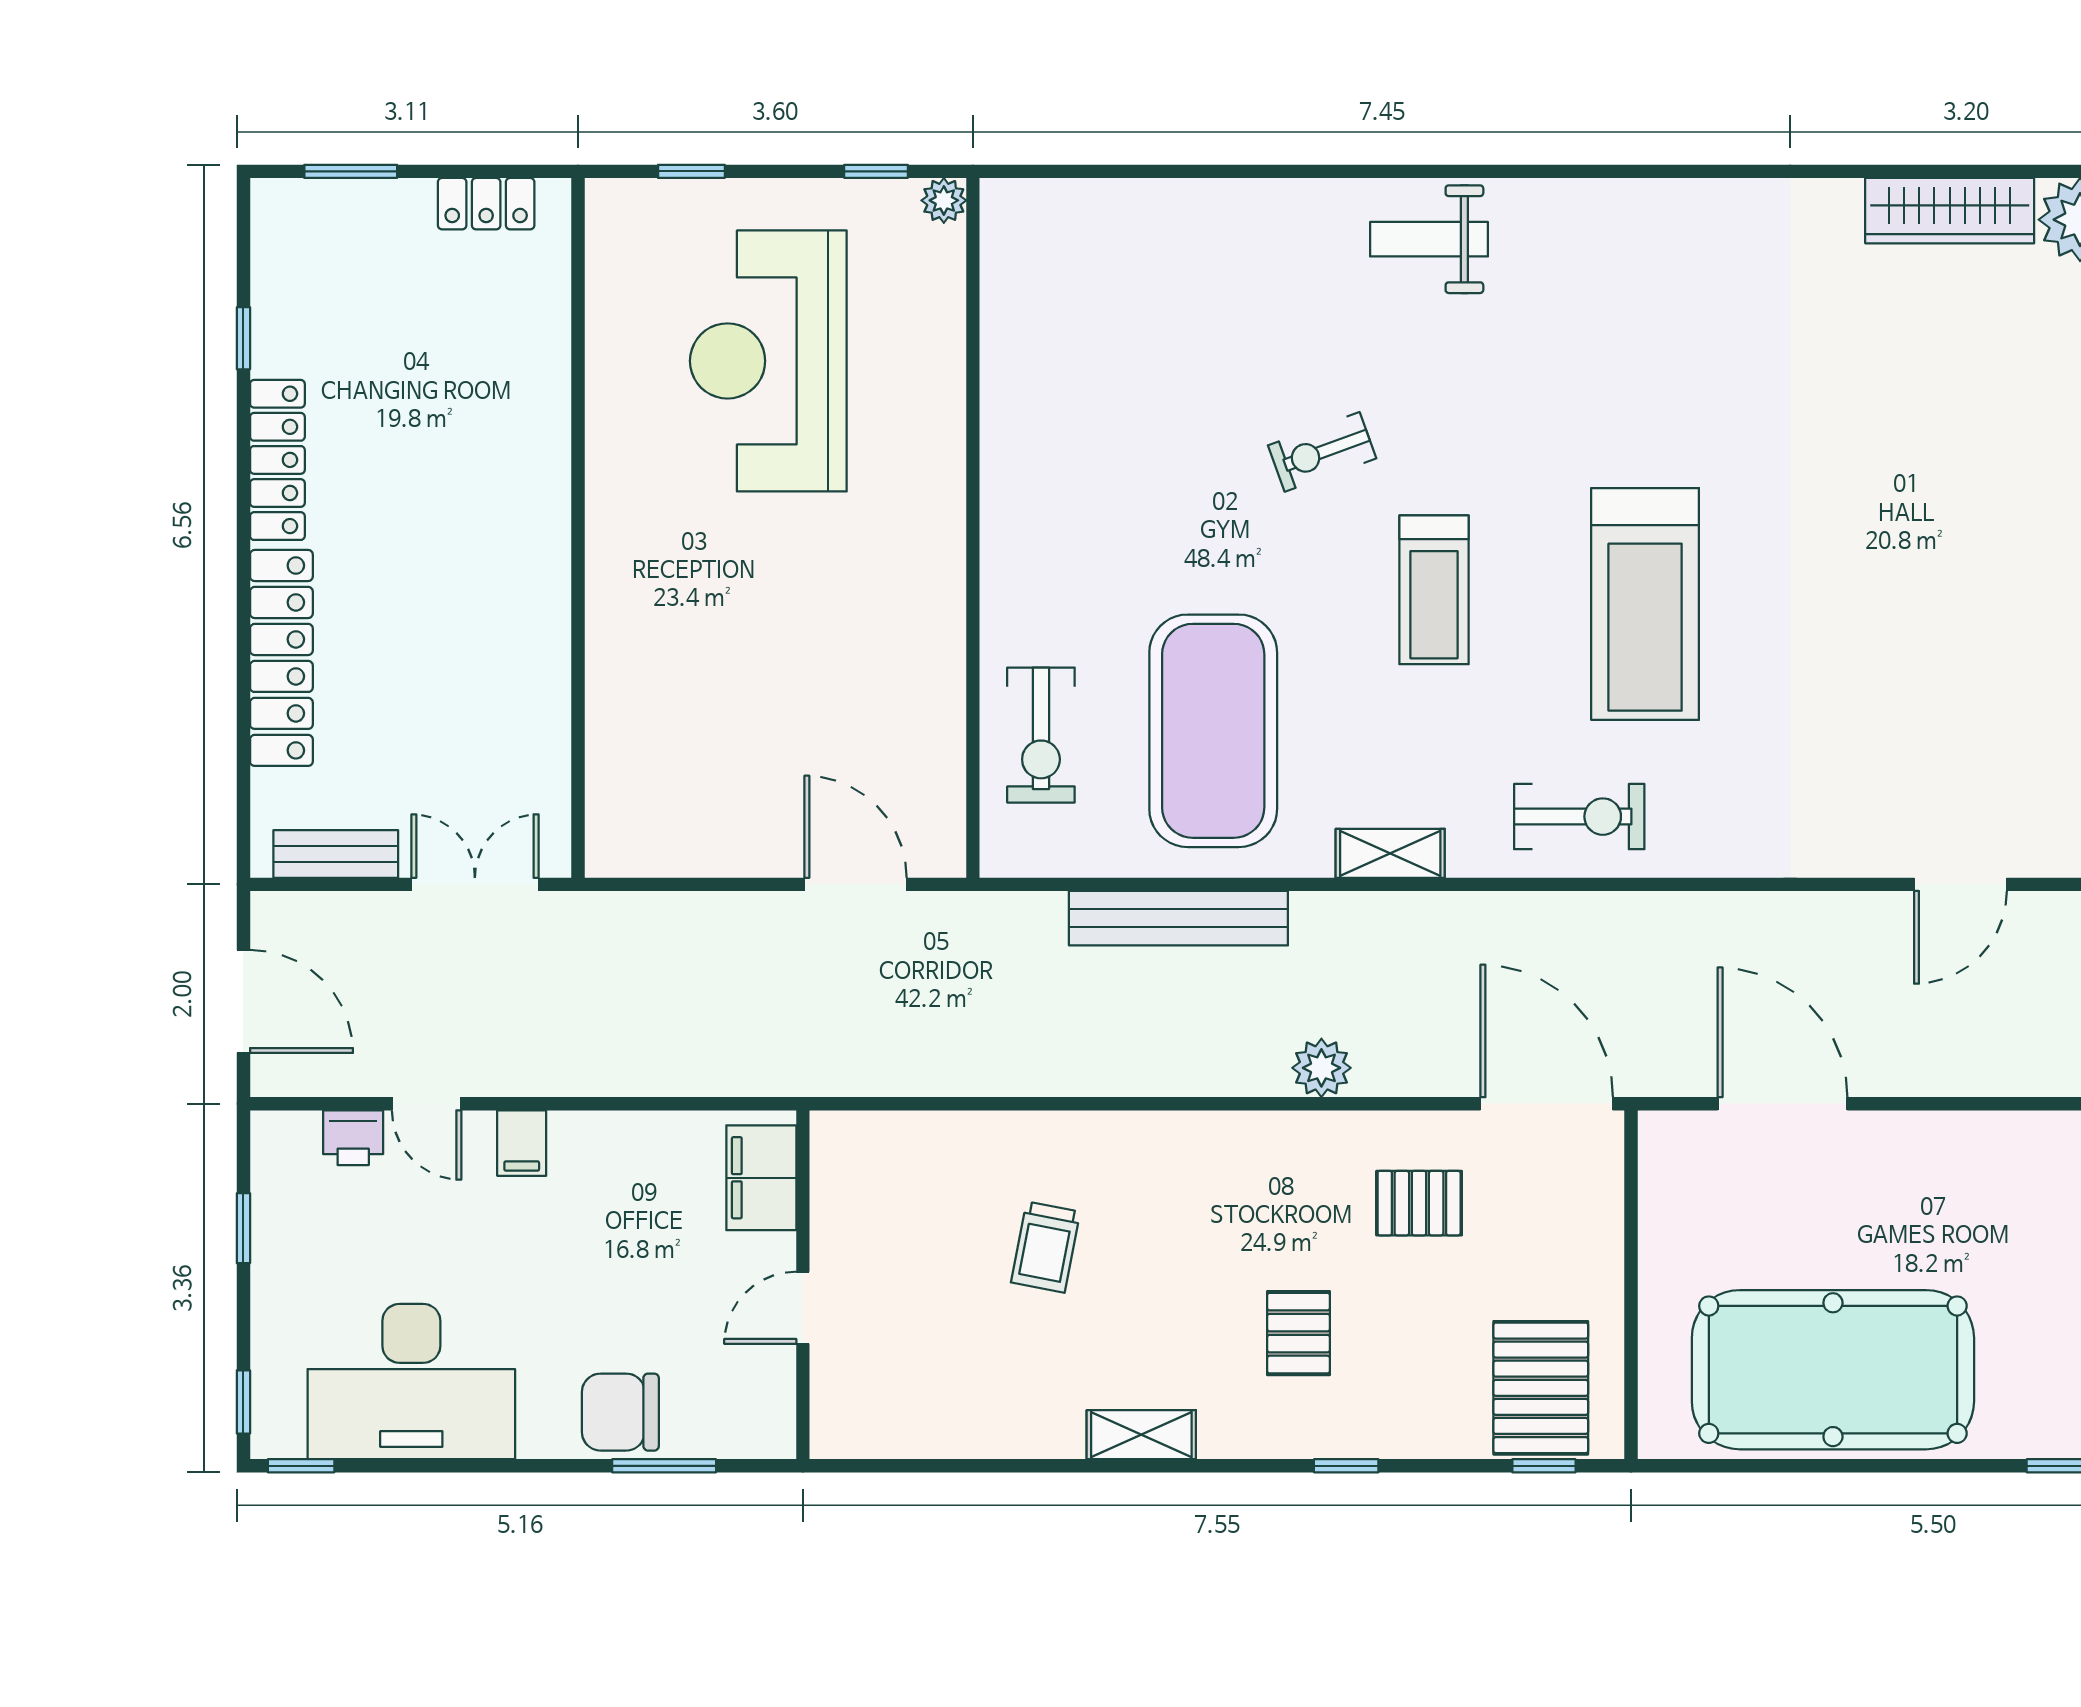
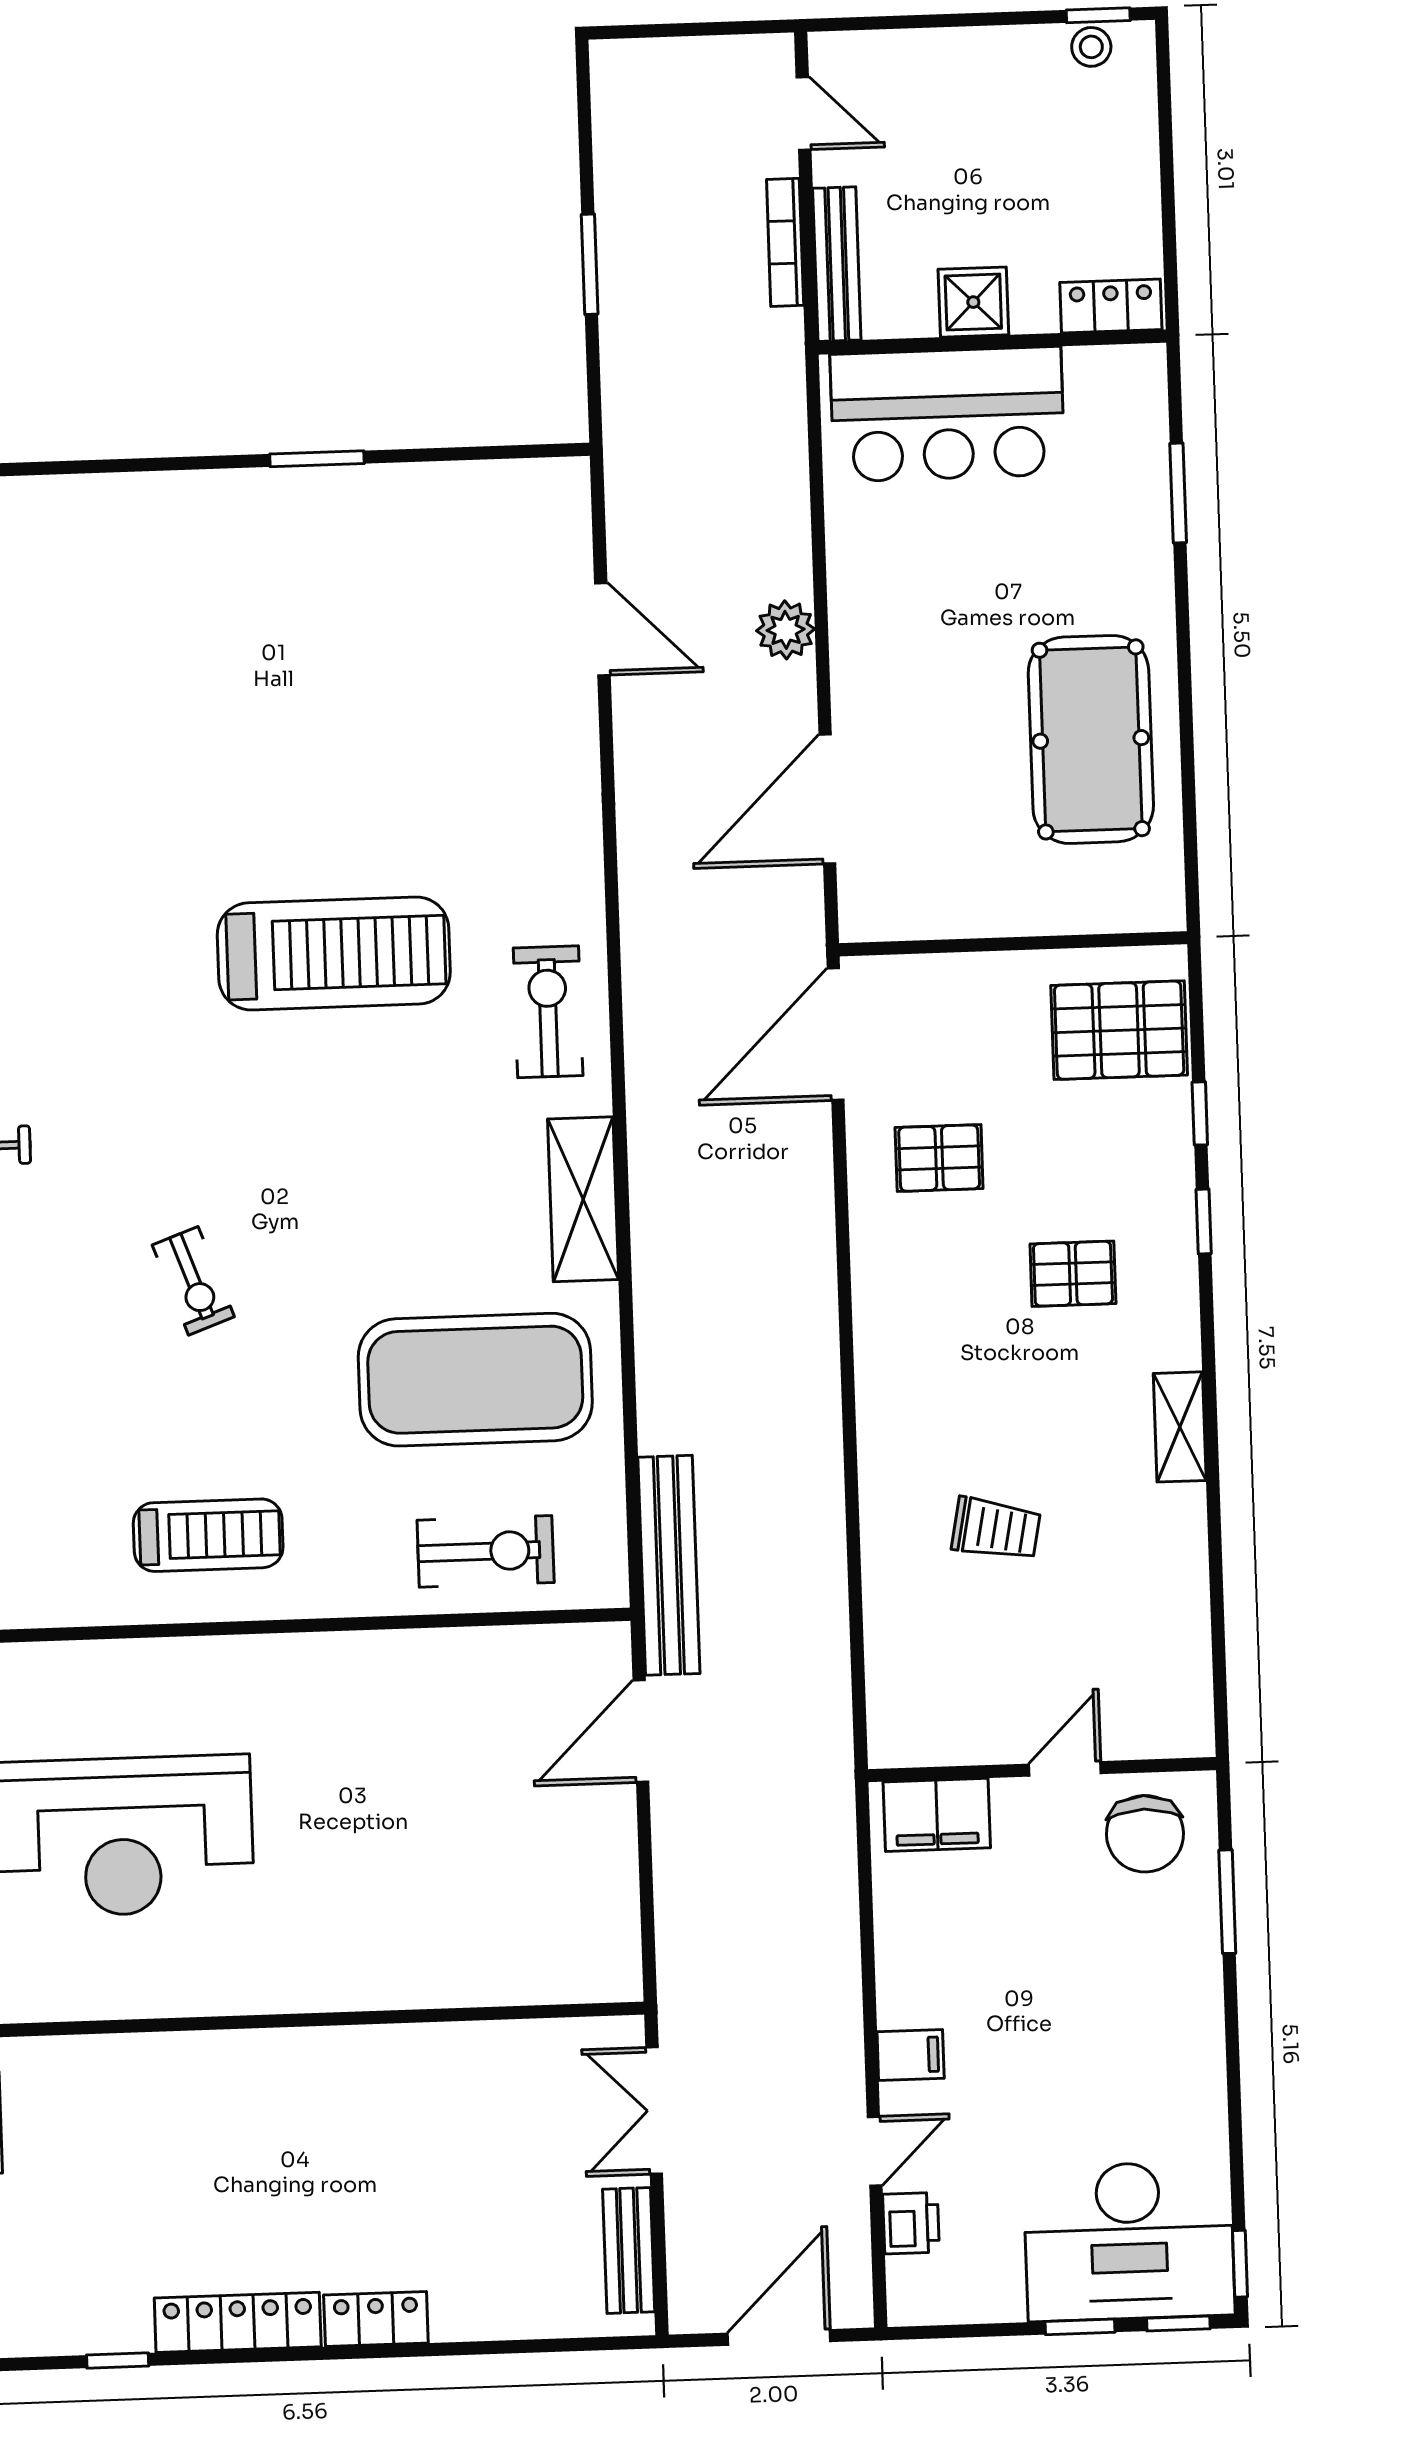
treadmill: (1434, 590) -> (208, 1535), moved
locker: (281, 658) -> (376, 2319), width x0.46, depth x0.83
shelving: (1390, 853) -> (583, 1199), width x1.50, depth x1.33
bench: (1178, 918) -> (669, 1565), moved
plant: (1321, 1068) -> (786, 630), moved
pallet: (1419, 1203) -> (939, 1158), turned 90
window: (243, 1228) -> (1080, 2327), moved
door: (803, 1308) -> (1065, 1769), swing flipped
pool table: (1833, 1370) -> (1091, 739), width x0.73, depth x0.76
desk: (411, 1382) -> (1129, 2241), moved, turned 90
chair: (620, 1412) -> (1145, 1834), moved
window: (1544, 1466) -> (1200, 1113), moved

